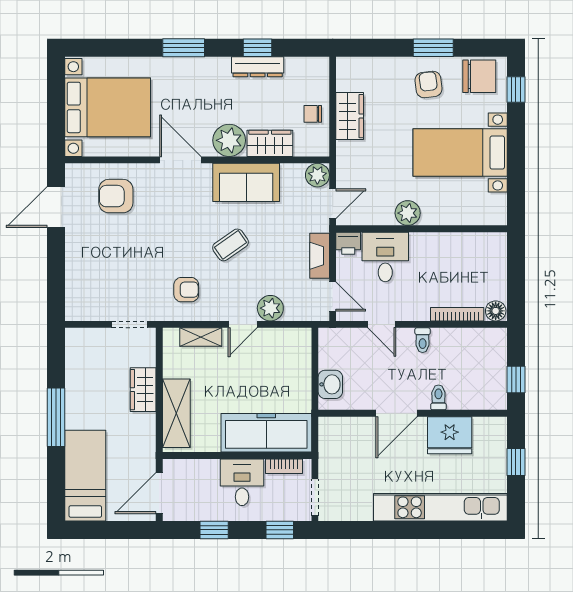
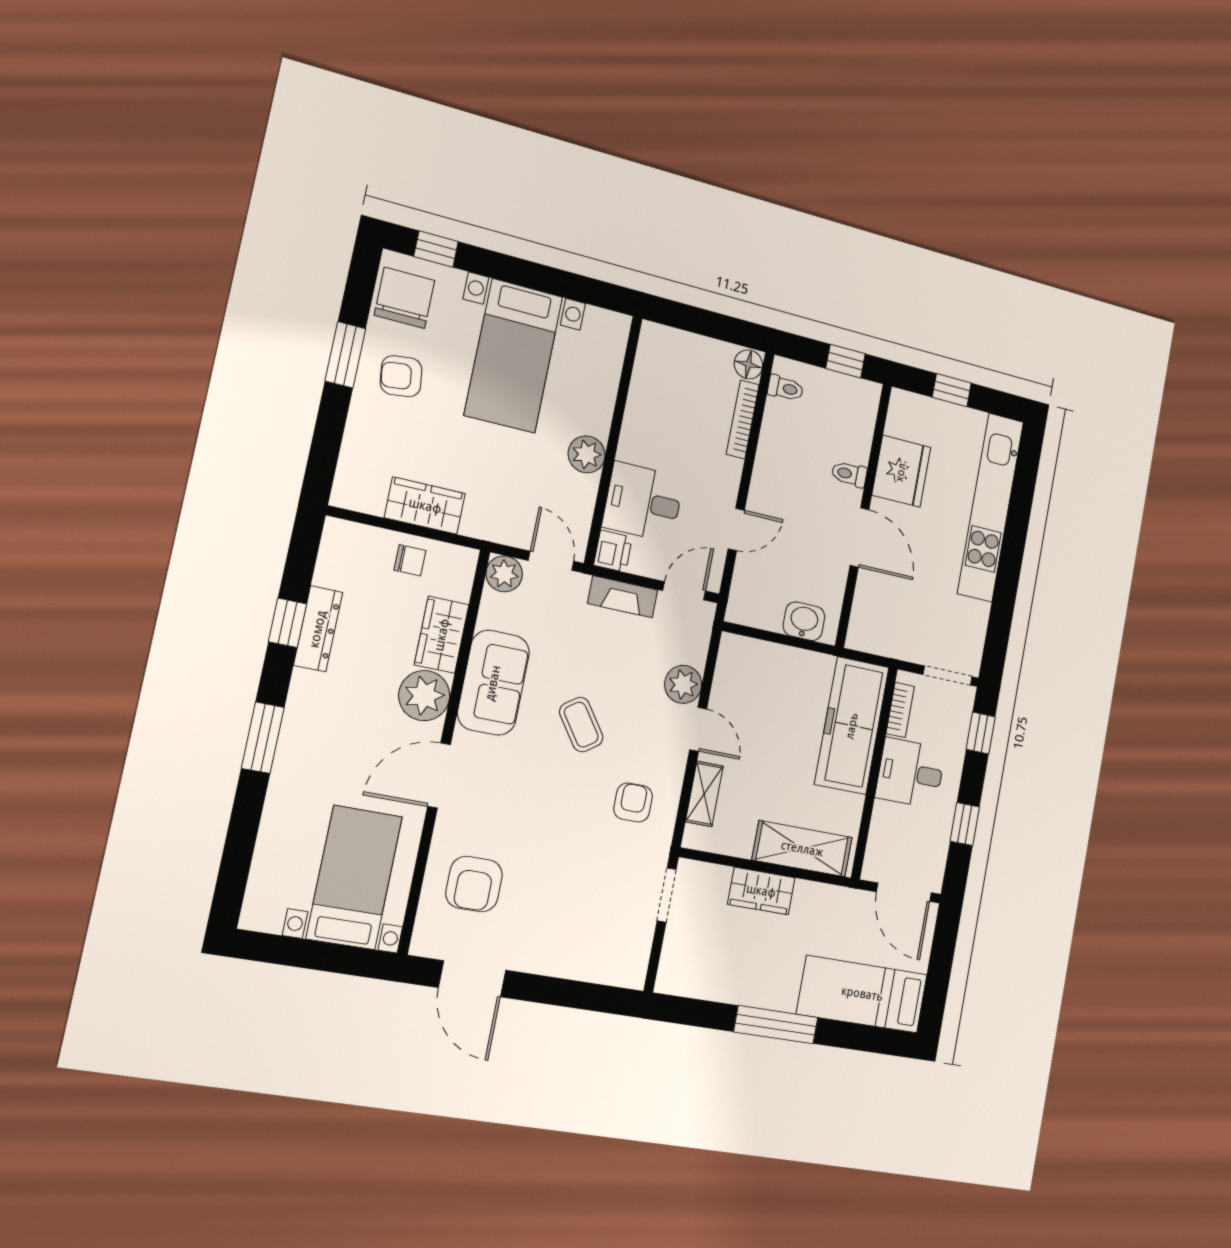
bed with nightstands: (108, 107) -> (354, 877), width x0.73
chair: (313, 114) -> (410, 560), turned -90
toilet: (423, 340) -> (785, 388), moved

